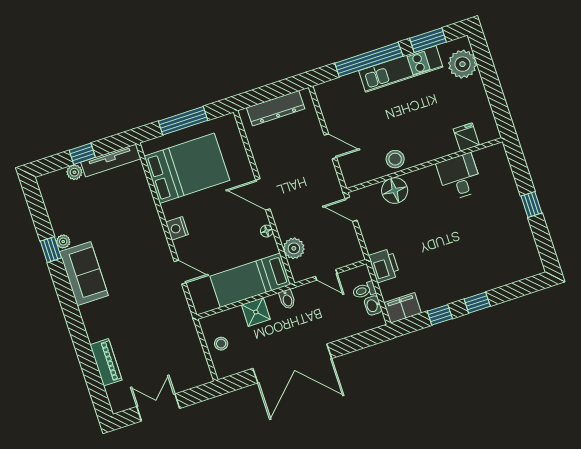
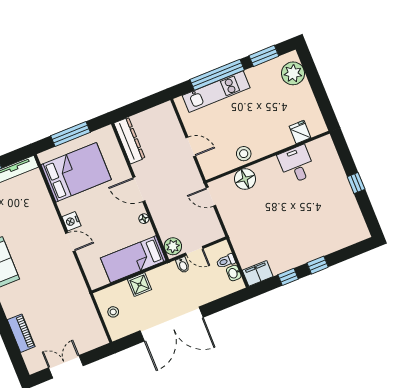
kitchen unit: (401, 69) -> (216, 92), moved
dresser: (276, 108) -> (129, 141), moved, turned -90
plant: (294, 248) -> (173, 246), moved
printer: (384, 266) -> (241, 240), removed
door: (180, 272) -> (70, 242), moved
bidet: (287, 299) -> (183, 265), moved

